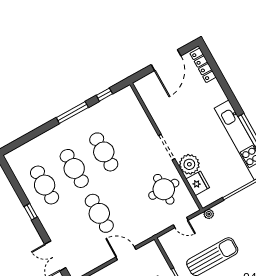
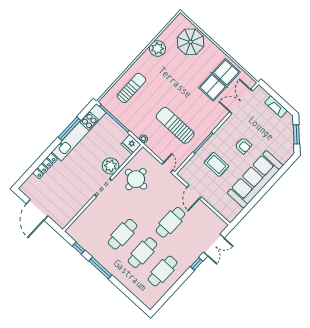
door: (166, 60) -> (37, 210), swing flipped
locker: (203, 65) -> (45, 166), moved
fridge: (198, 183) -> (131, 144), moved, turned -90
window: (31, 212) -> (197, 264), moved
door: (181, 223) -> (167, 167), moved

